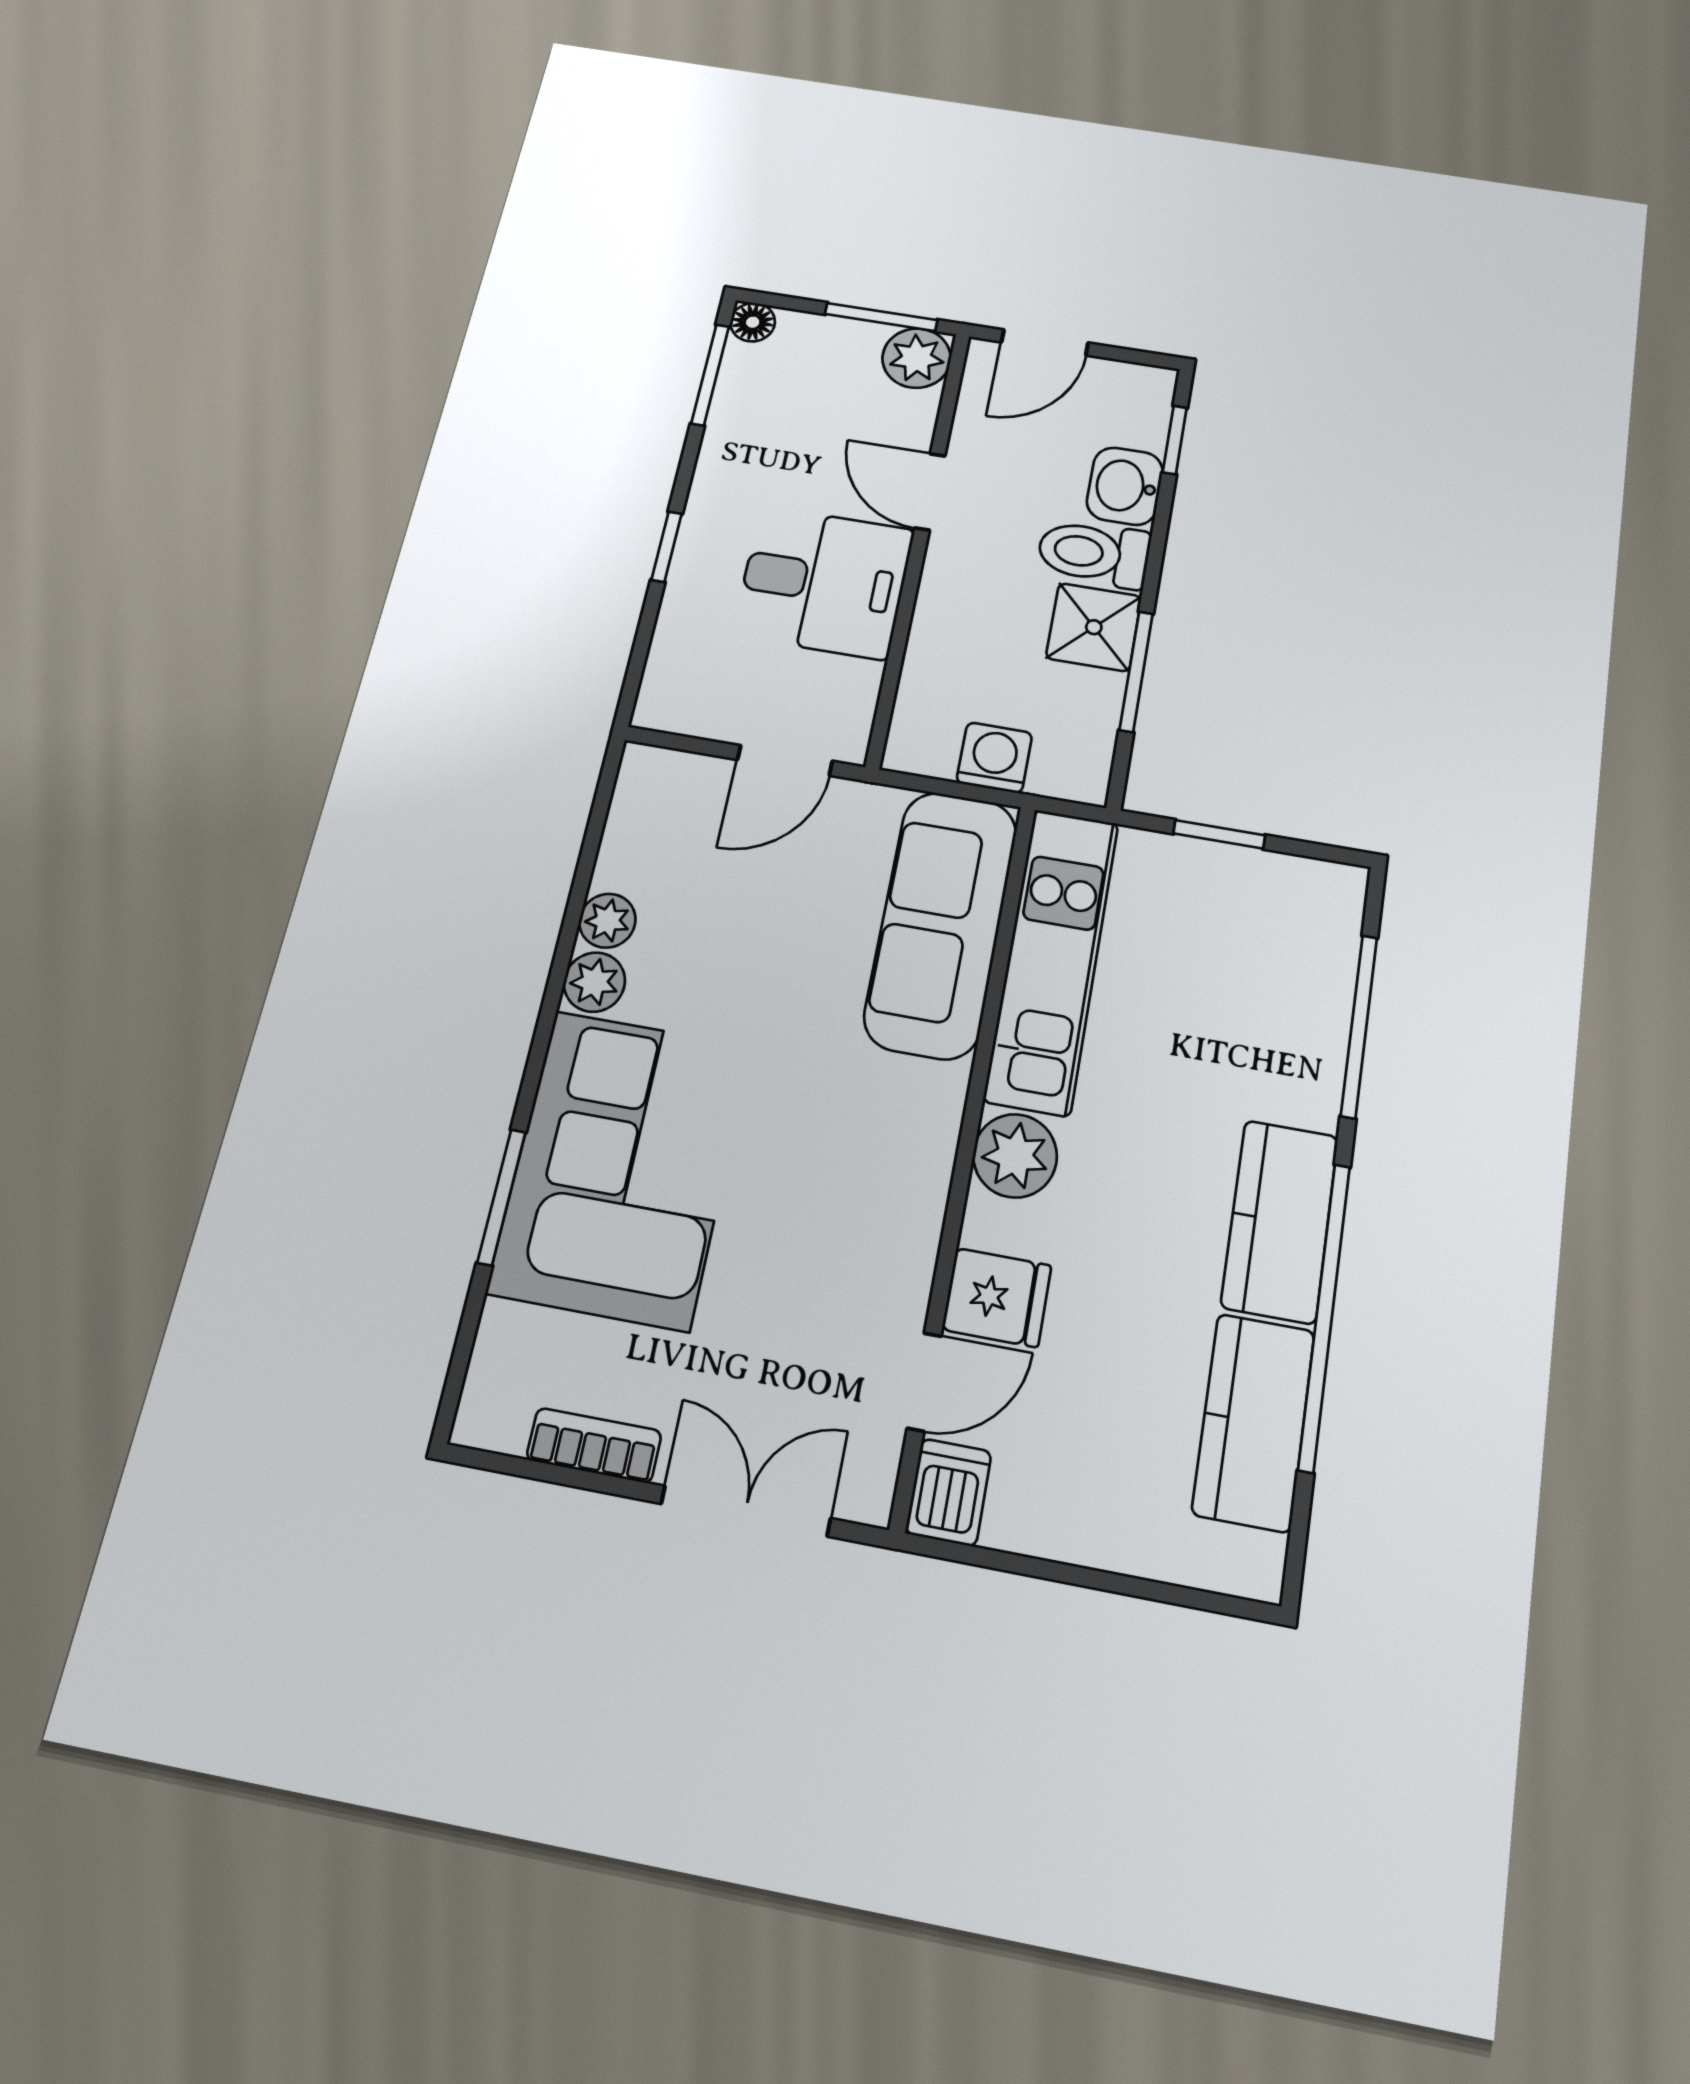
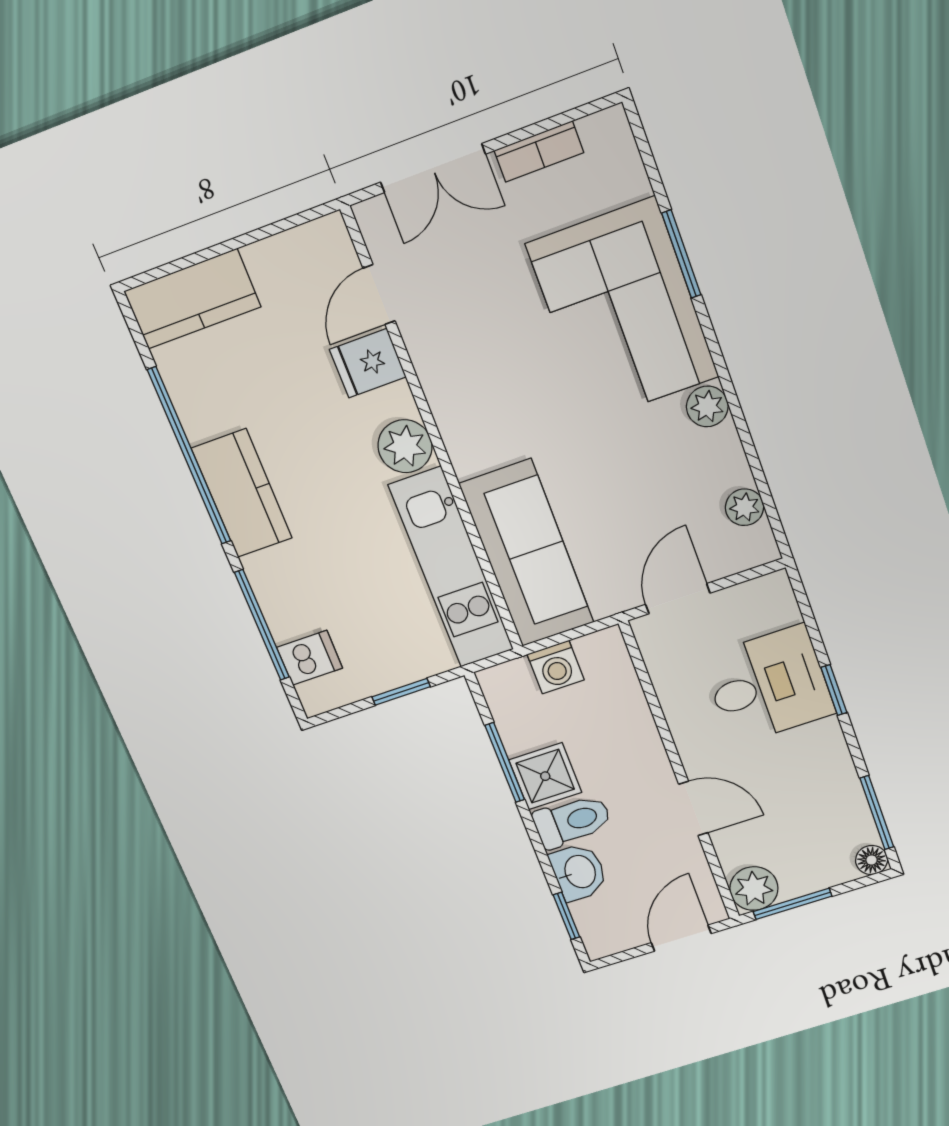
desk: (824, 582) -> (768, 685), moved, turned 180
plant: (607, 921) -> (744, 507), moved
kitchen counter: (1254, 1422) -> (192, 299), moved, turned 90
dishwasher: (949, 1492) -> (310, 658), moved, turned -90

